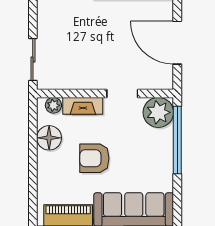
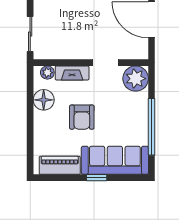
window: (177, 140) -> (152, 127), moved
armchair: (94, 158) -> (82, 117), turned -90

